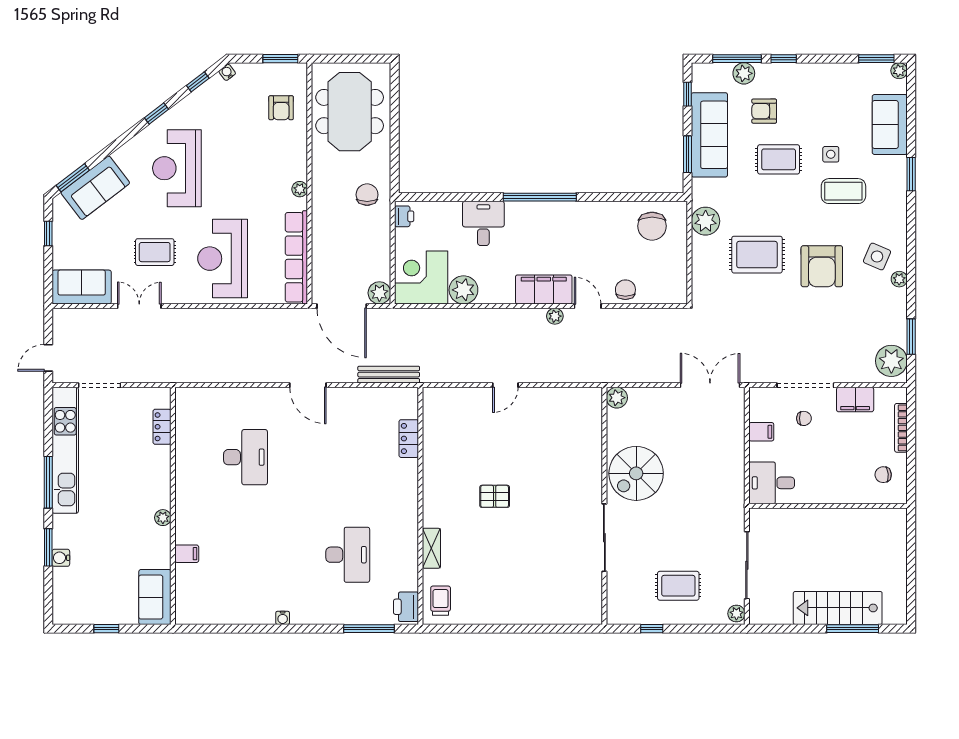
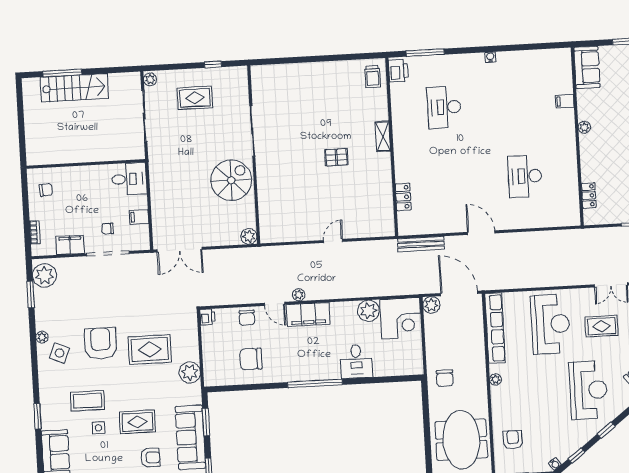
printer: (404, 216) -> (207, 317), moved, turned 180
chair: (652, 226) -> (251, 359), moved, turned -90
bookcase: (901, 428) -> (35, 232), width x0.64
shelving: (431, 548) -> (383, 136), moved

